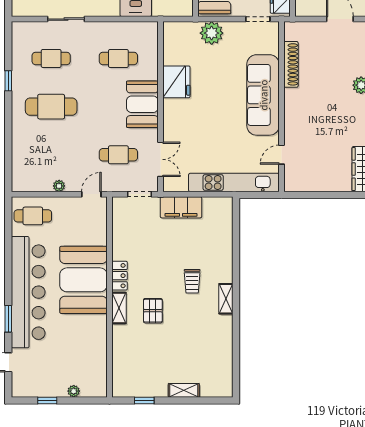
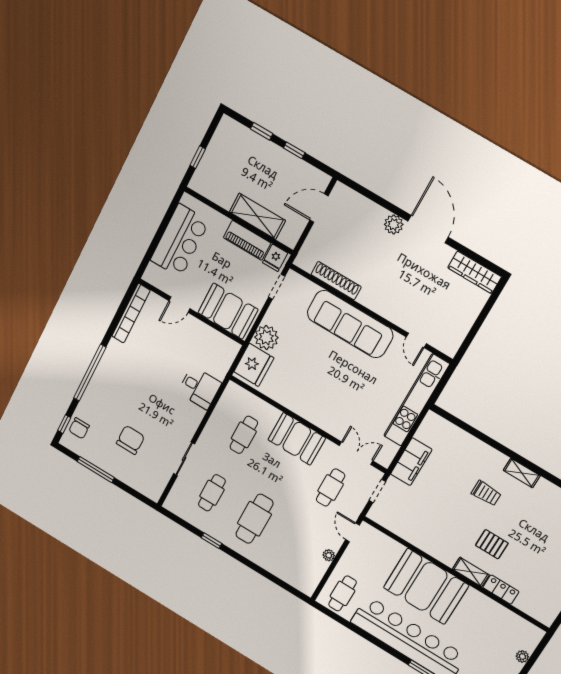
fridge: (176, 82) -> (254, 365), moved, turned 90
locker: (120, 276) -> (501, 590), moved

